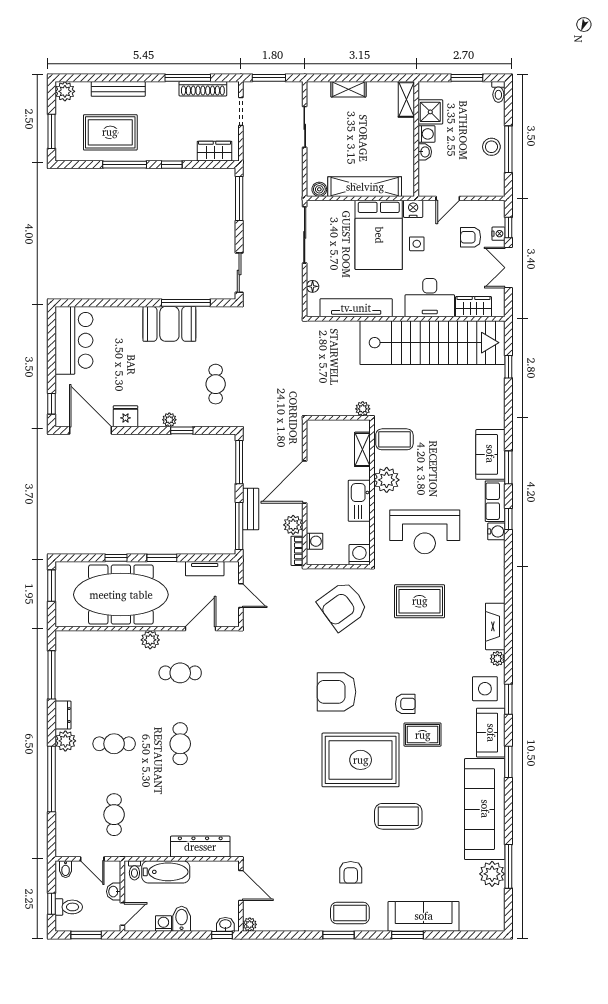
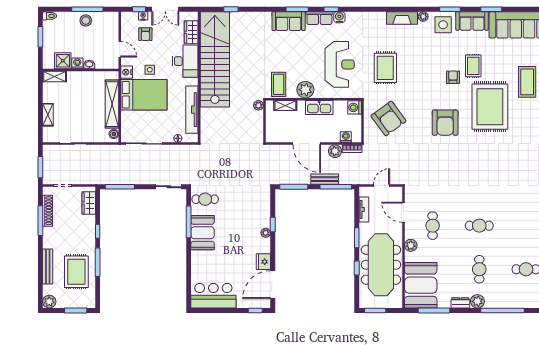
cafe table: (216, 384) -> (205, 199), moved
booth: (90, 655) -> (421, 285), added

